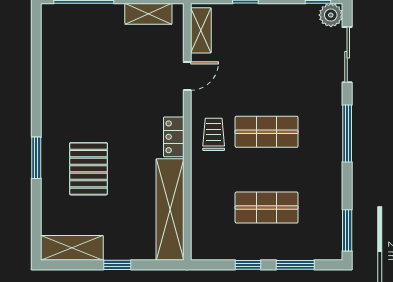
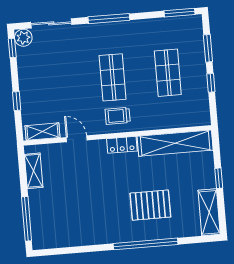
window: (36, 158) -> (146, 244), width x2.11

